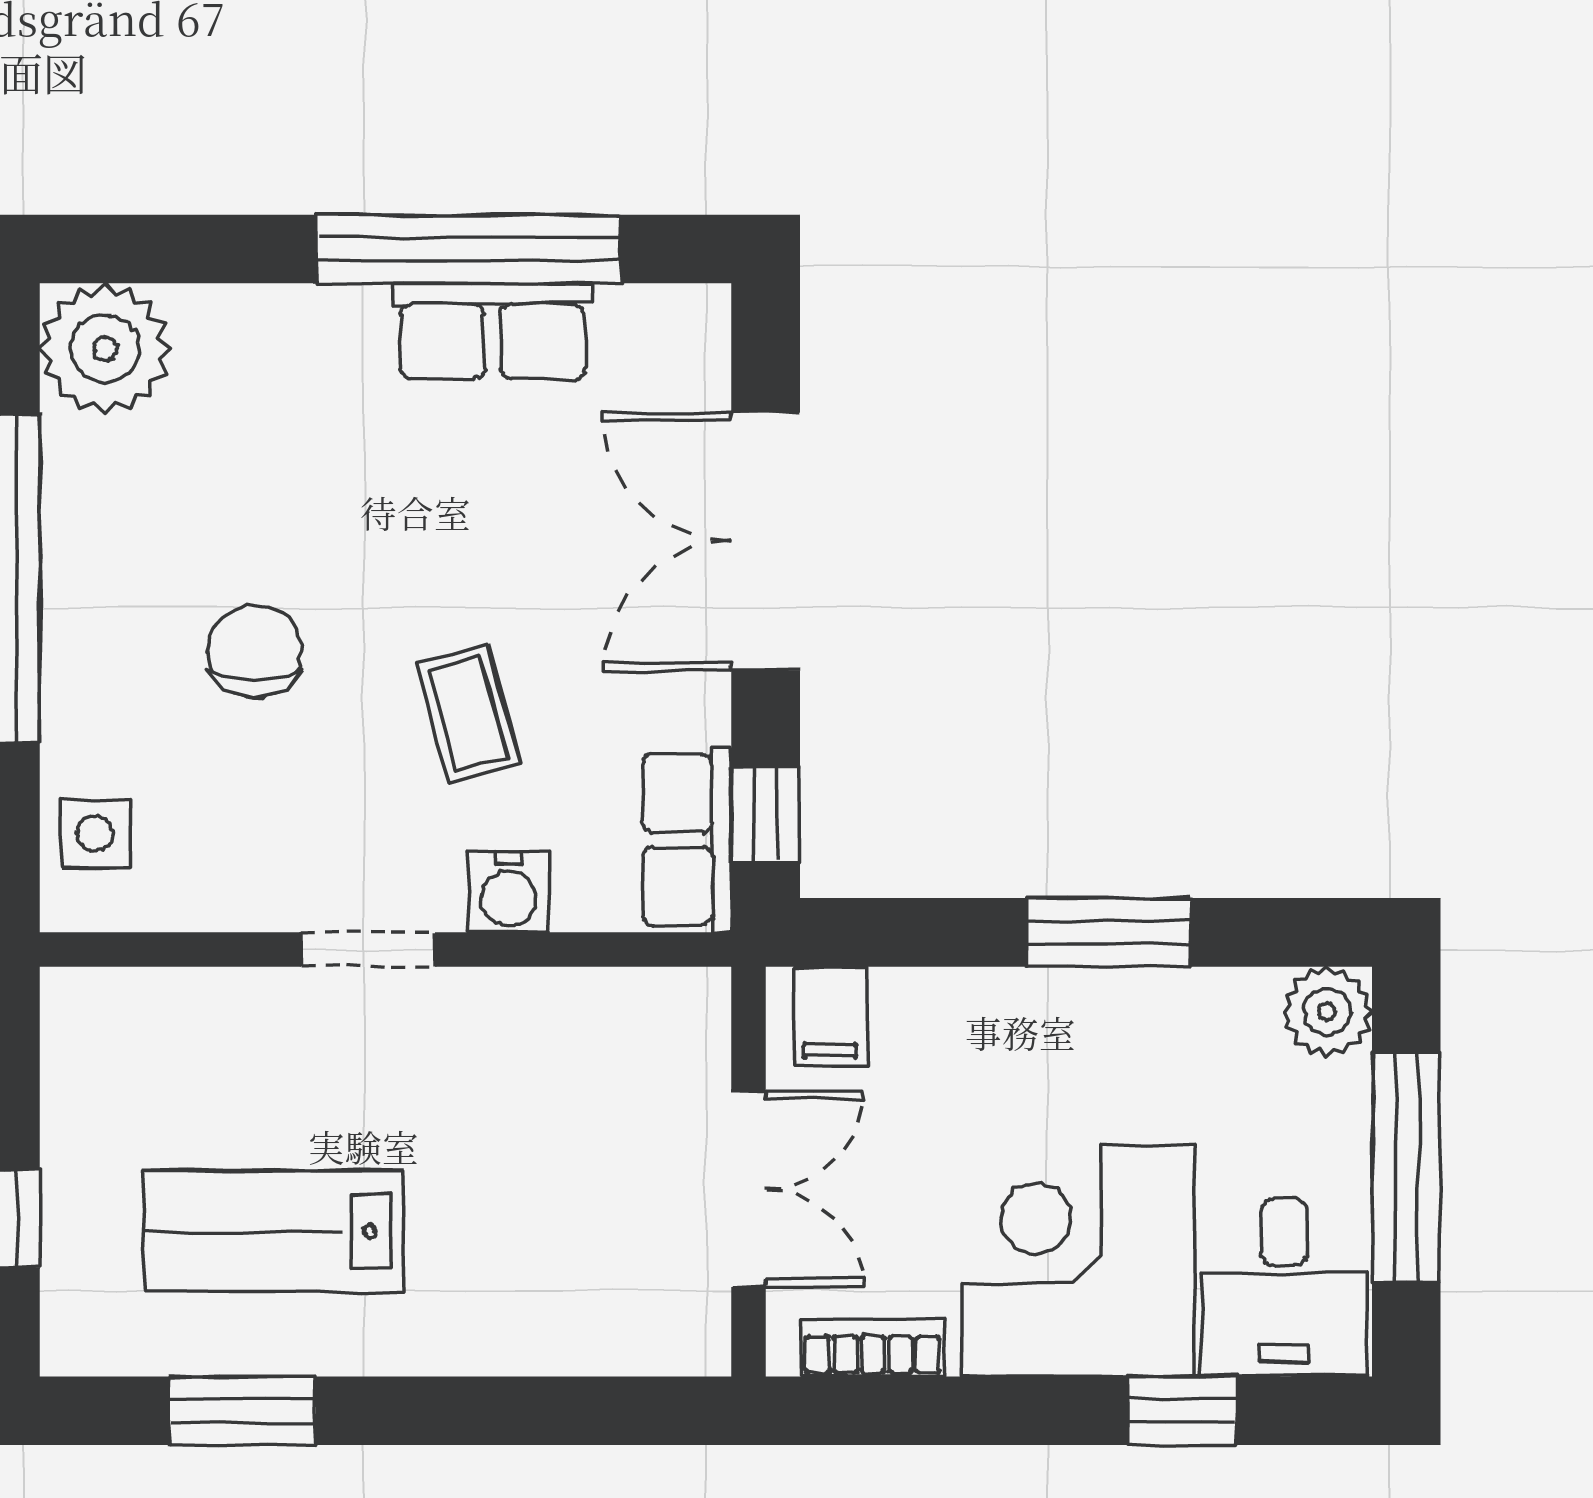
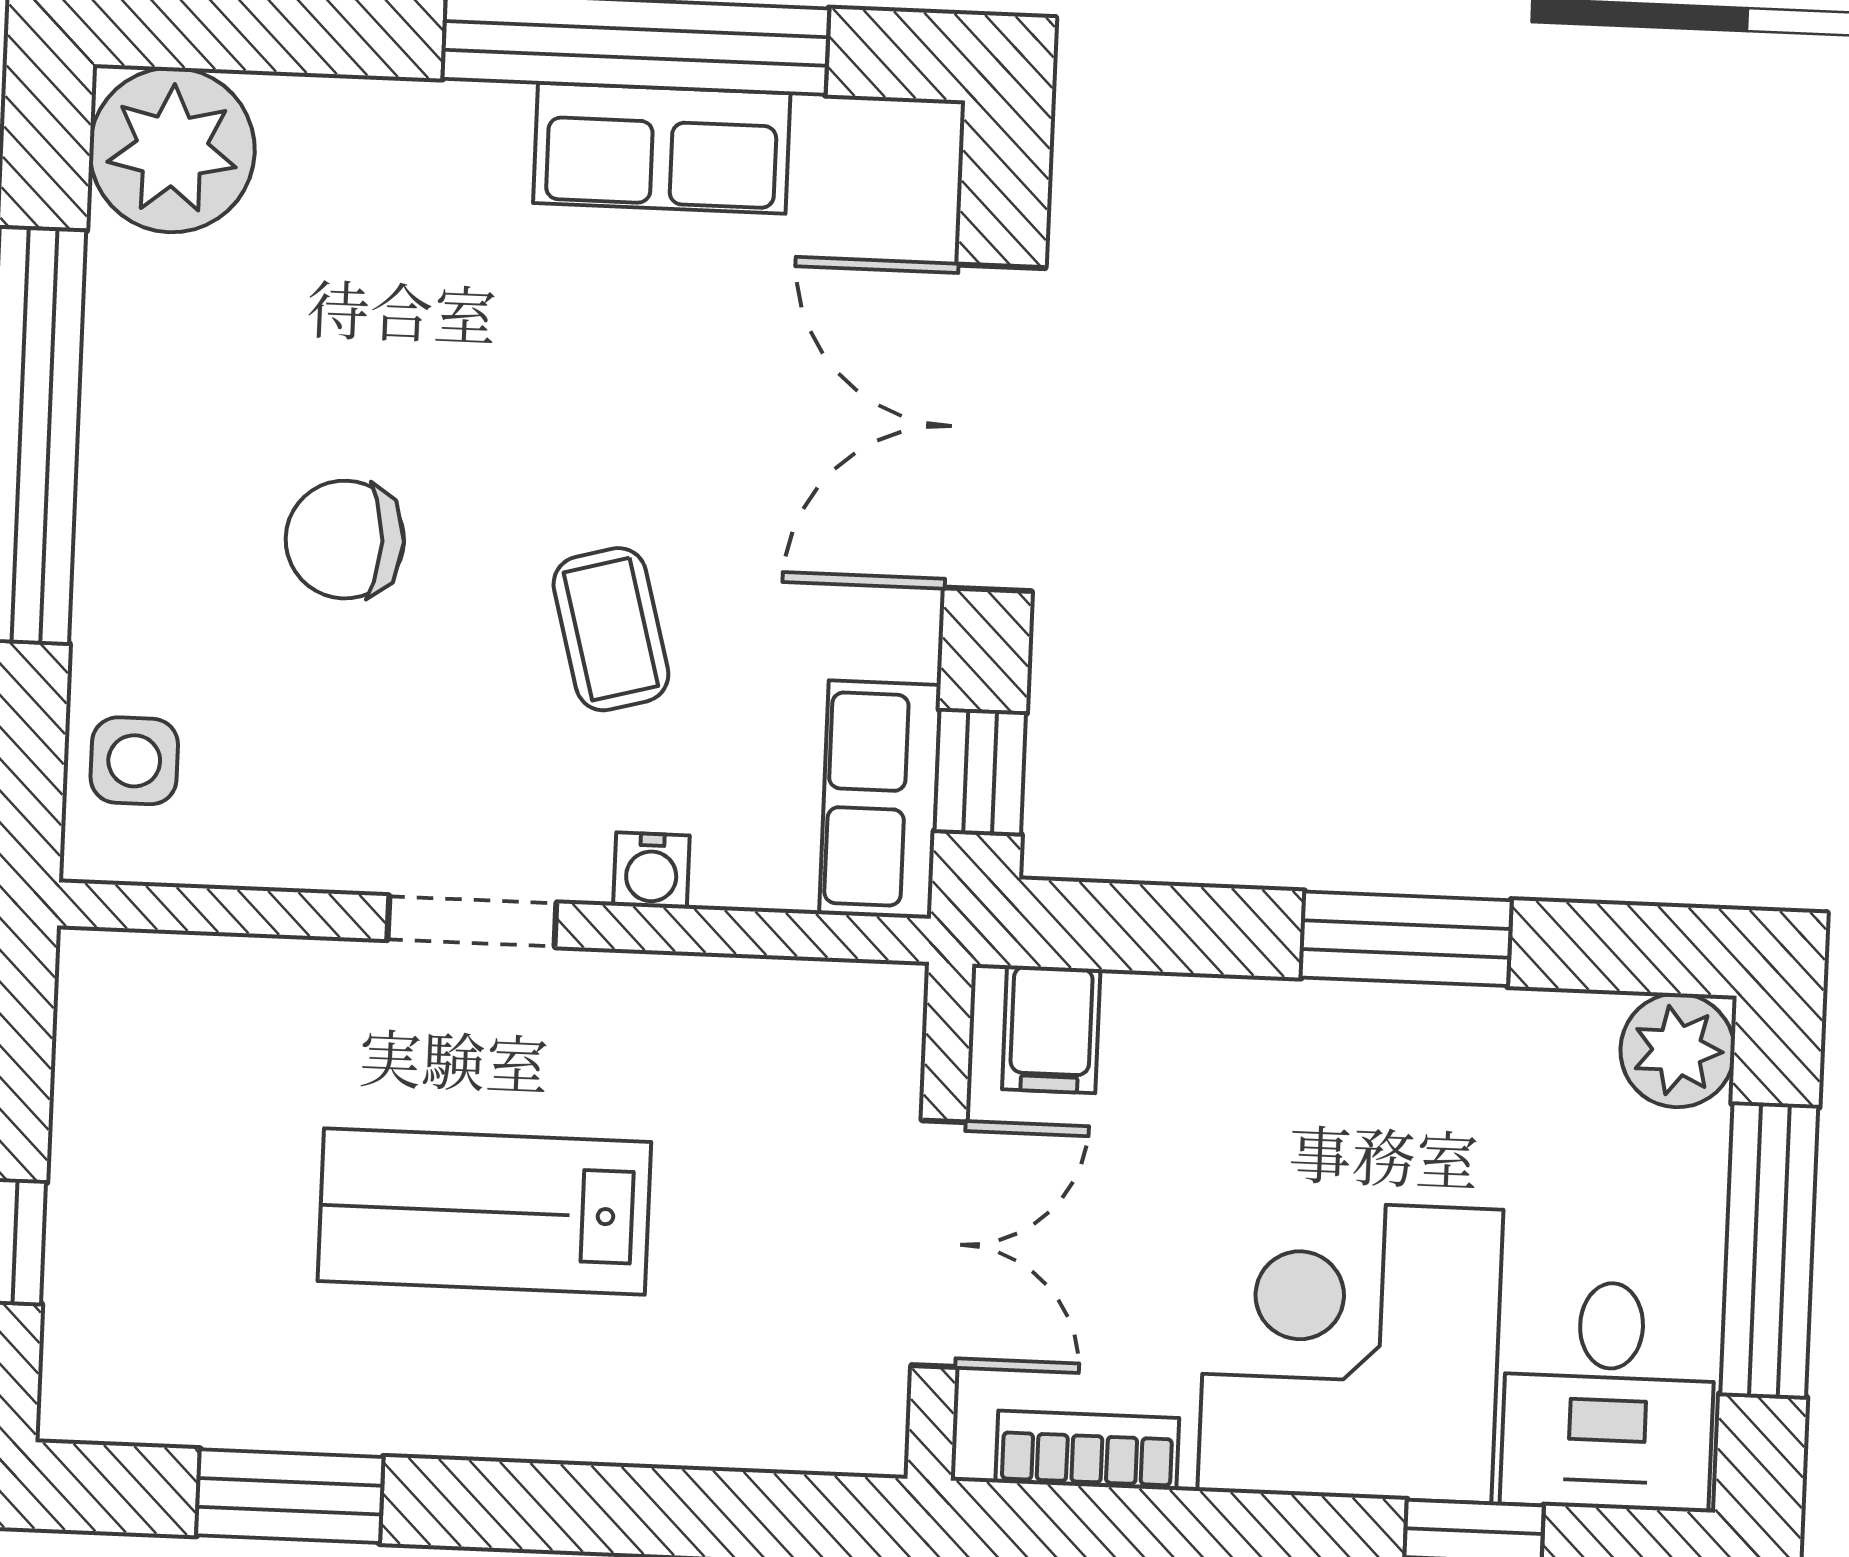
chair: (255, 651) -> (345, 540), turned -90
water cooler: (508, 892) -> (651, 870), width x0.72, depth x0.72
lab bench: (274, 1231) -> (484, 1212), moved

